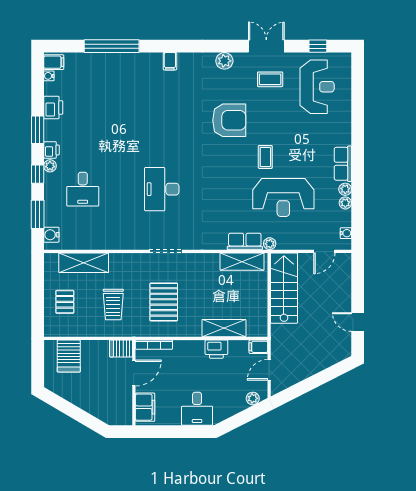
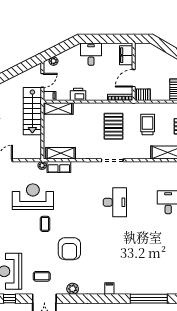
armchair: (229, 120) -> (69, 249), turned -90
stairs: (284, 288) -> (32, 111), moved
shelving: (224, 328) -> (58, 109), moved

